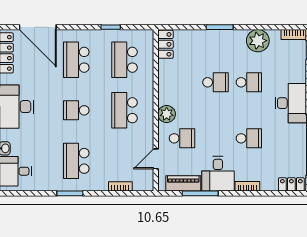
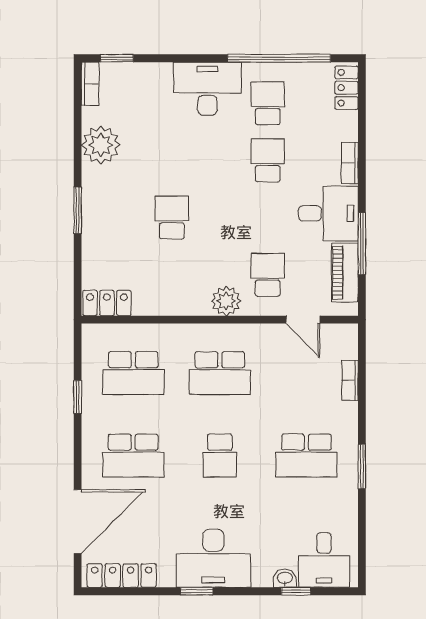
school desk: (249, 82) -> (268, 103), moved

